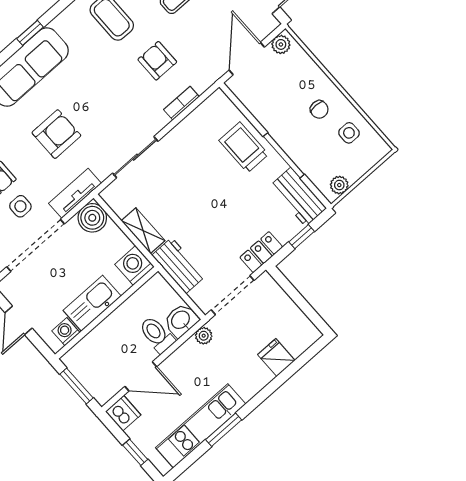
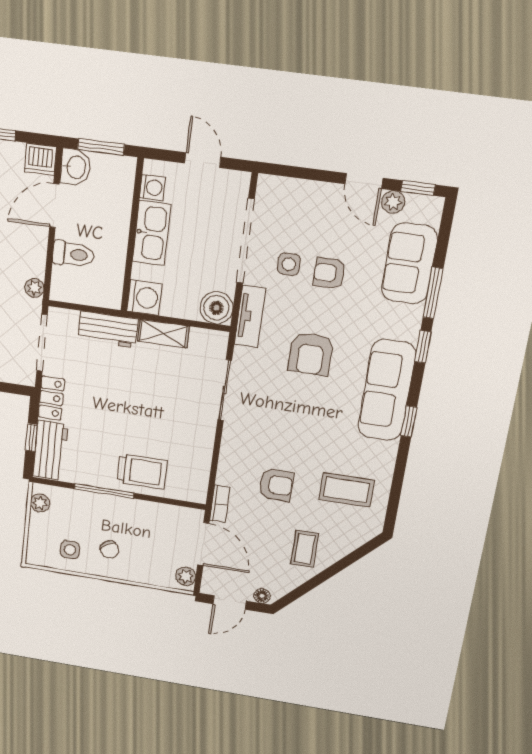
bookcase: (181, 103) -> (220, 504), moved
chair: (319, 109) -> (110, 549), turned -123
workbench: (298, 197) -> (50, 450), moved, turned 90
washbasin: (181, 320) -> (76, 167), moved

